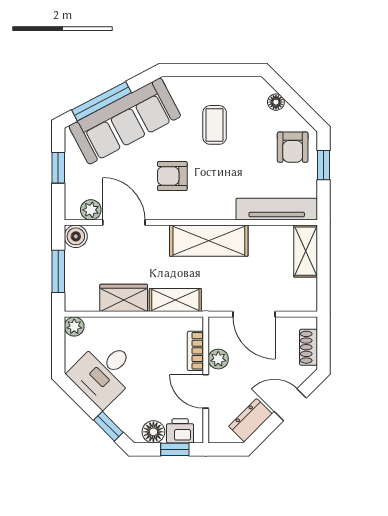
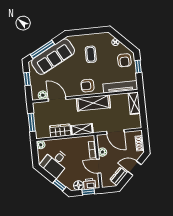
armchair: (172, 176) -> (88, 86), moved
boiler: (76, 236) -> (38, 107), removed

